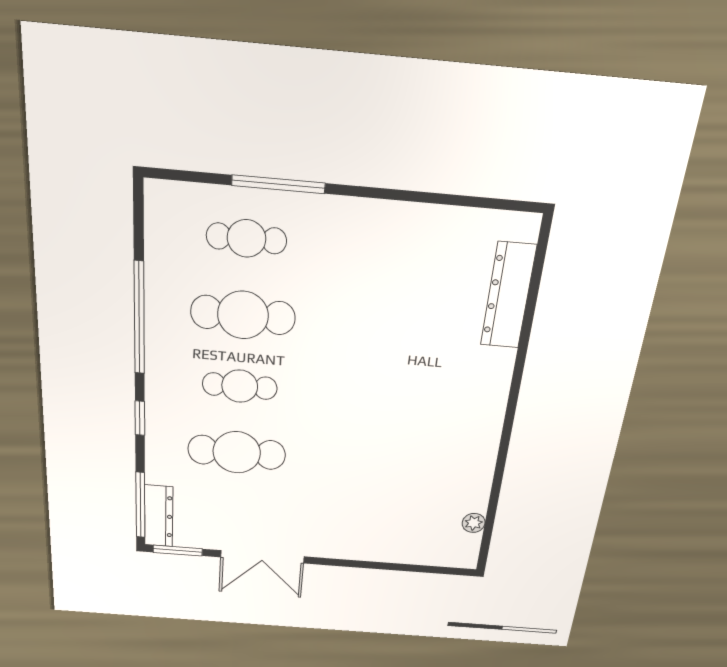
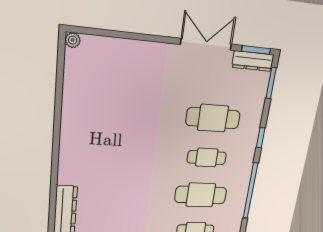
window: (140, 505) -> (271, 83), width x0.69
dresser: (159, 516) -> (253, 61), moved, turned -90
plant: (474, 523) -> (73, 40), moved

